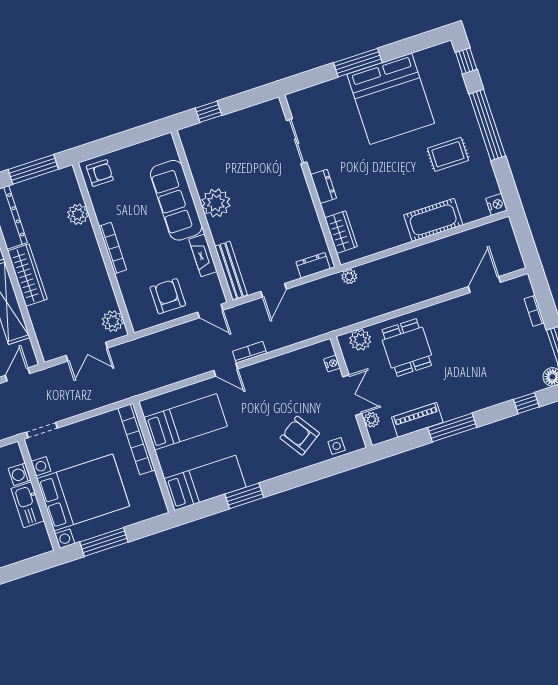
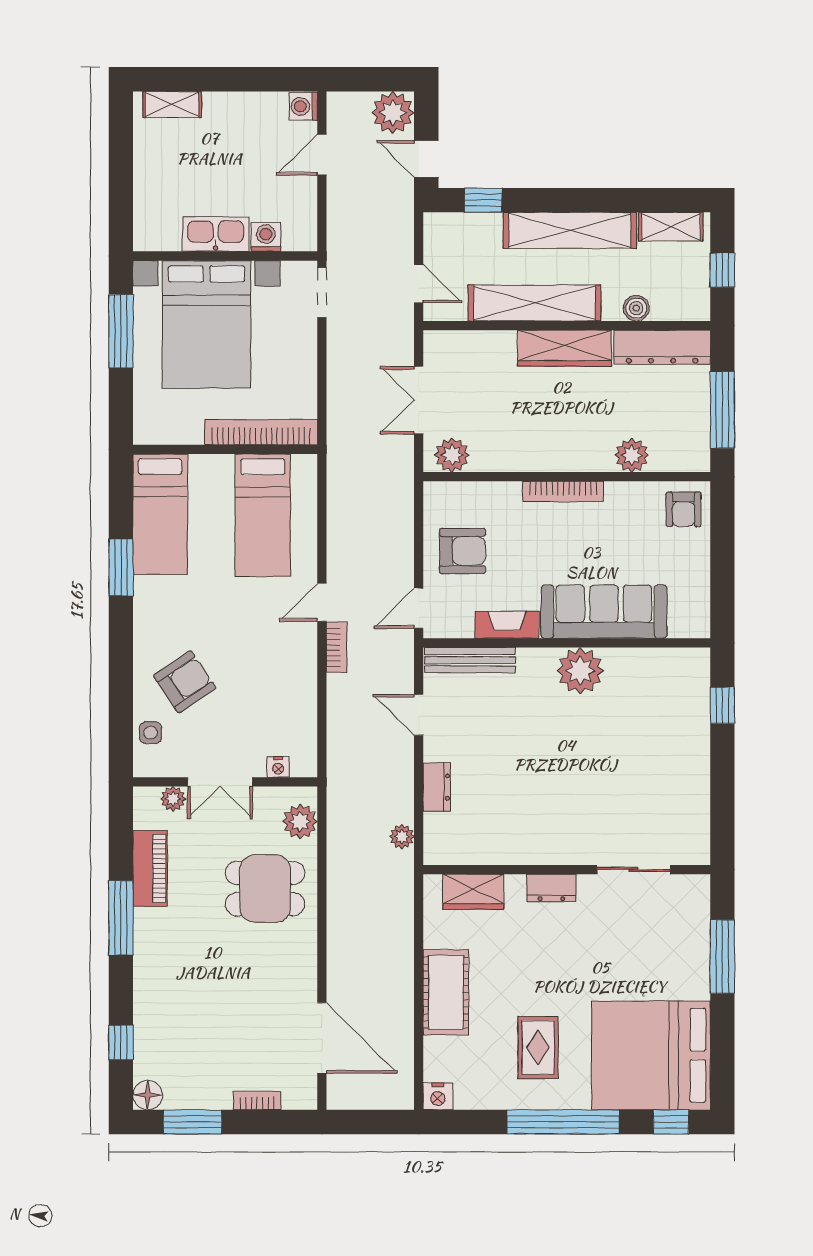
bed: (391, 99) -> (651, 1055), moved
sliding door: (297, 141) -> (633, 870), moved
wall: (310, 181) -> (567, 870), moved
dresser: (324, 186) -> (551, 888), moved
wardrobe: (341, 232) -> (473, 892), moved
door: (484, 285) -> (322, 1038), width x1.36

